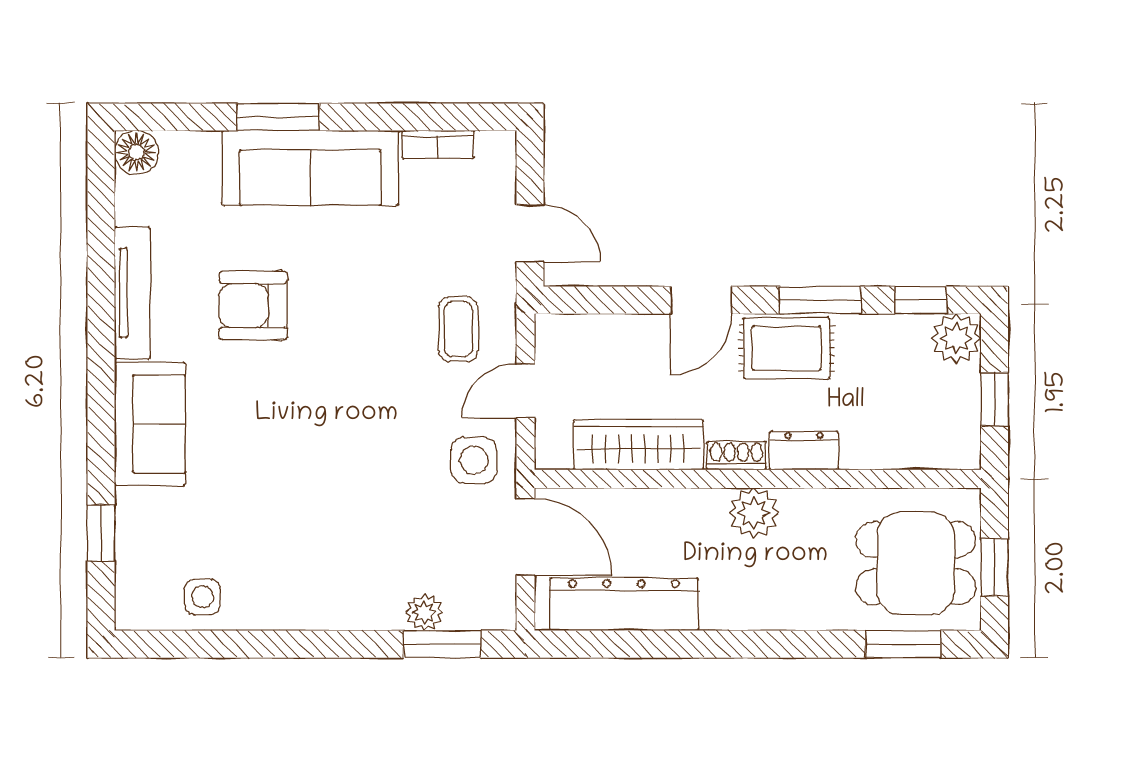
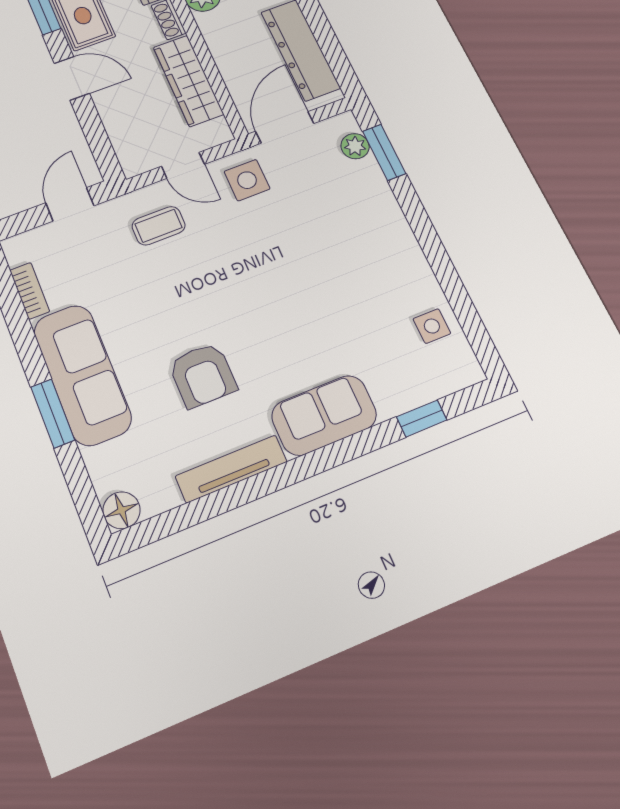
plant: (424, 612) -> (355, 146), moved

